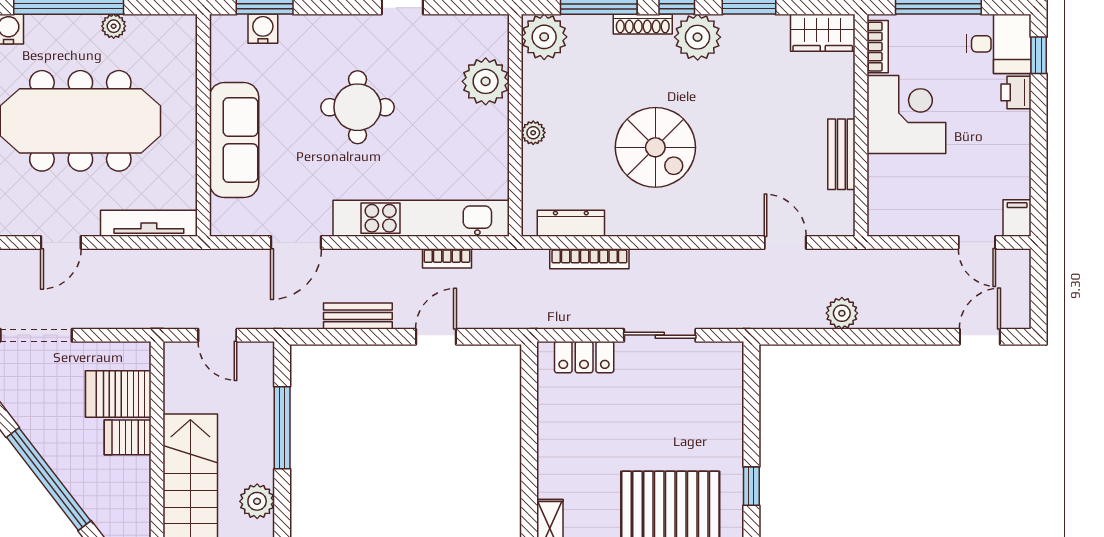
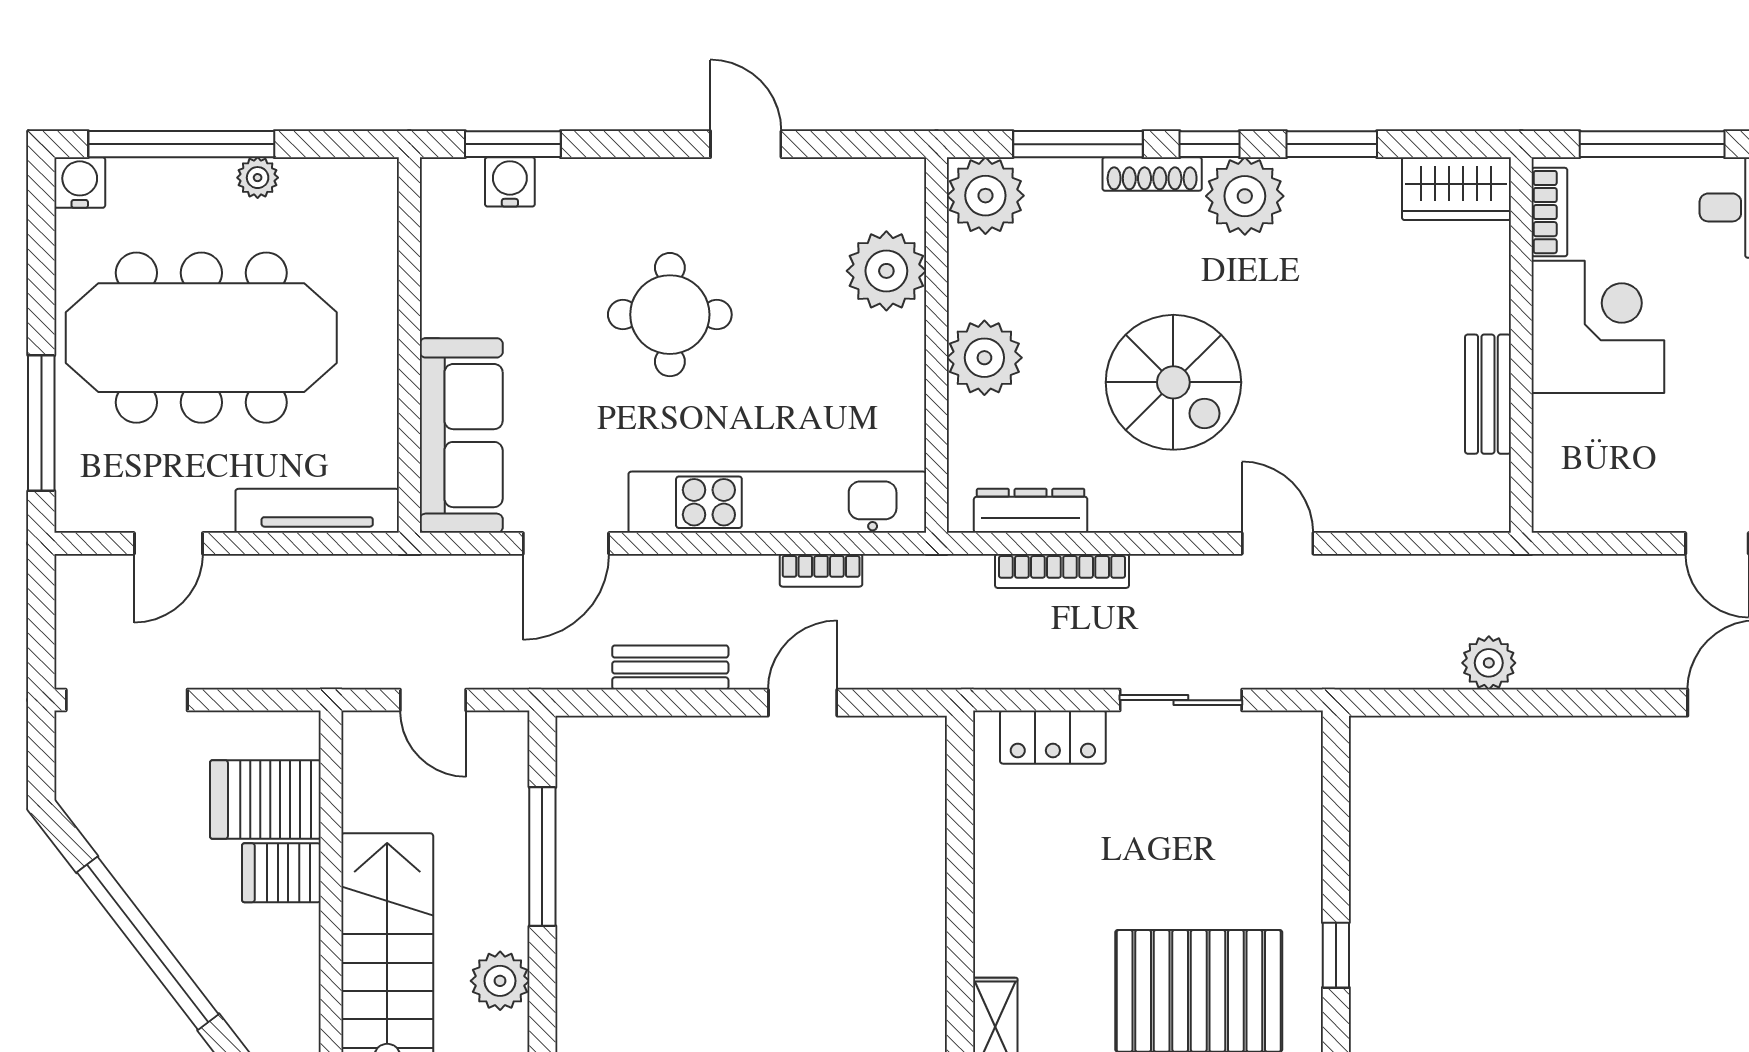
plant: (533, 133) -> (984, 358), width x1.87, depth x1.87
sofa: (234, 140) -> (461, 436), moved
door: (785, 243) -> (1278, 543), moved

